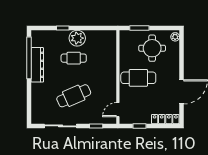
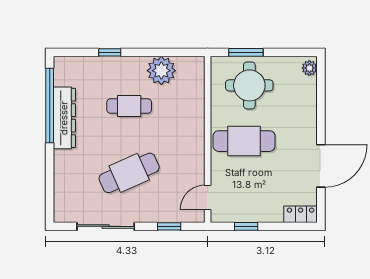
plant: (77, 38) -> (161, 71), moved
round table: (152, 48) -> (249, 85), moved
locker: (165, 119) -> (301, 214), width x0.66

